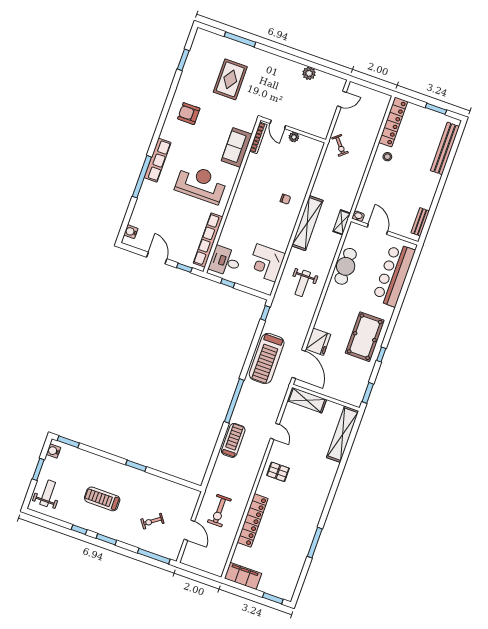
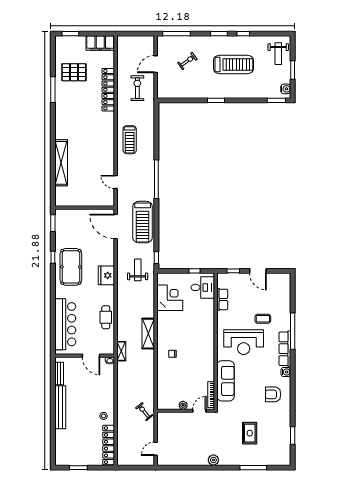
plant: (309, 73) -> (213, 460), moved
rug: (230, 79) -> (250, 433), width x0.73, depth x0.70
armchair: (189, 114) -> (273, 394), turned 180
door: (278, 124) -> (199, 411), hinge flipped
sofa: (237, 147) -> (226, 381), width x1.36
bench: (445, 148) -> (60, 407), moved
coffee table: (170, 202) -> (263, 319), added
shelving: (307, 223) -> (148, 334), width x0.68
water cooler: (131, 232) -> (286, 372), moved
row of seats: (208, 240) -> (222, 299), width x0.50
cafe table: (346, 266) -> (106, 317), width x0.73, depth x0.74
weight bench: (303, 283) -> (138, 270), moved
fridge: (318, 342) -> (106, 275), moved
treadmill: (267, 358) -> (143, 222), turned 180
shelving: (307, 400) -> (99, 200), removed
door: (275, 431) -> (116, 182), moved
shelving: (343, 434) -> (61, 163), moved
treadmill: (233, 440) -> (130, 140), moved
pallet: (278, 472) -> (74, 72), moved, width x1.50, depth x1.42
treadmill: (102, 499) -> (234, 65), width x1.37, depth x1.38
door: (189, 530) -> (156, 64), hinge flipped

